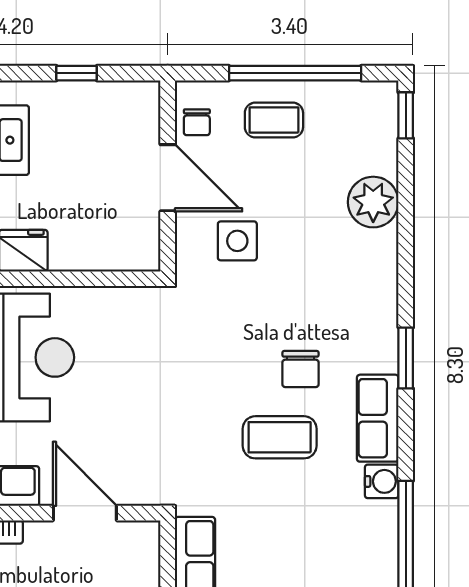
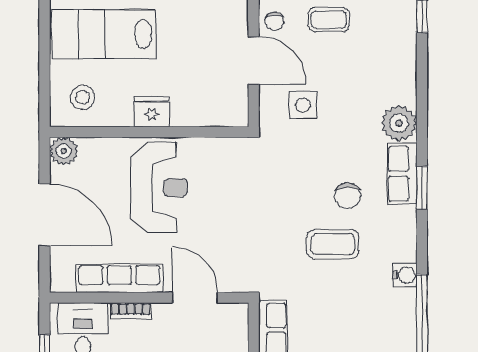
plant: (373, 202) -> (399, 123), moved
row of seats: (378, 418) -> (402, 174), moved

